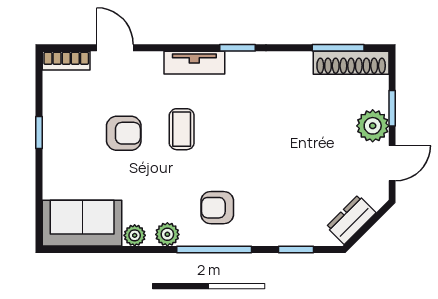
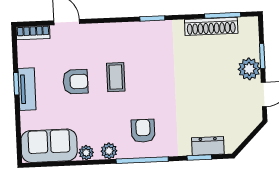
tv unit: (194, 63) -> (27, 89), moved, turned -90
shoe rack: (351, 63) -> (211, 26), moved
armchair: (217, 208) -> (143, 131), turned 90
dresser: (351, 220) -> (208, 146), moved, turned 45

